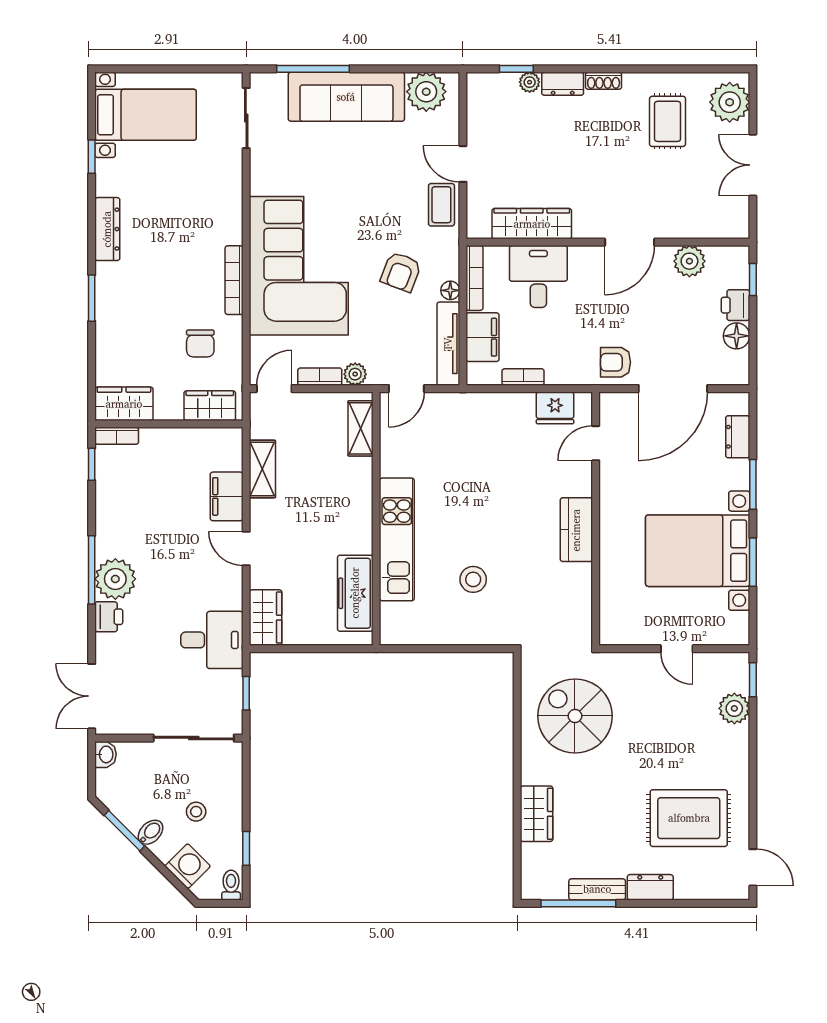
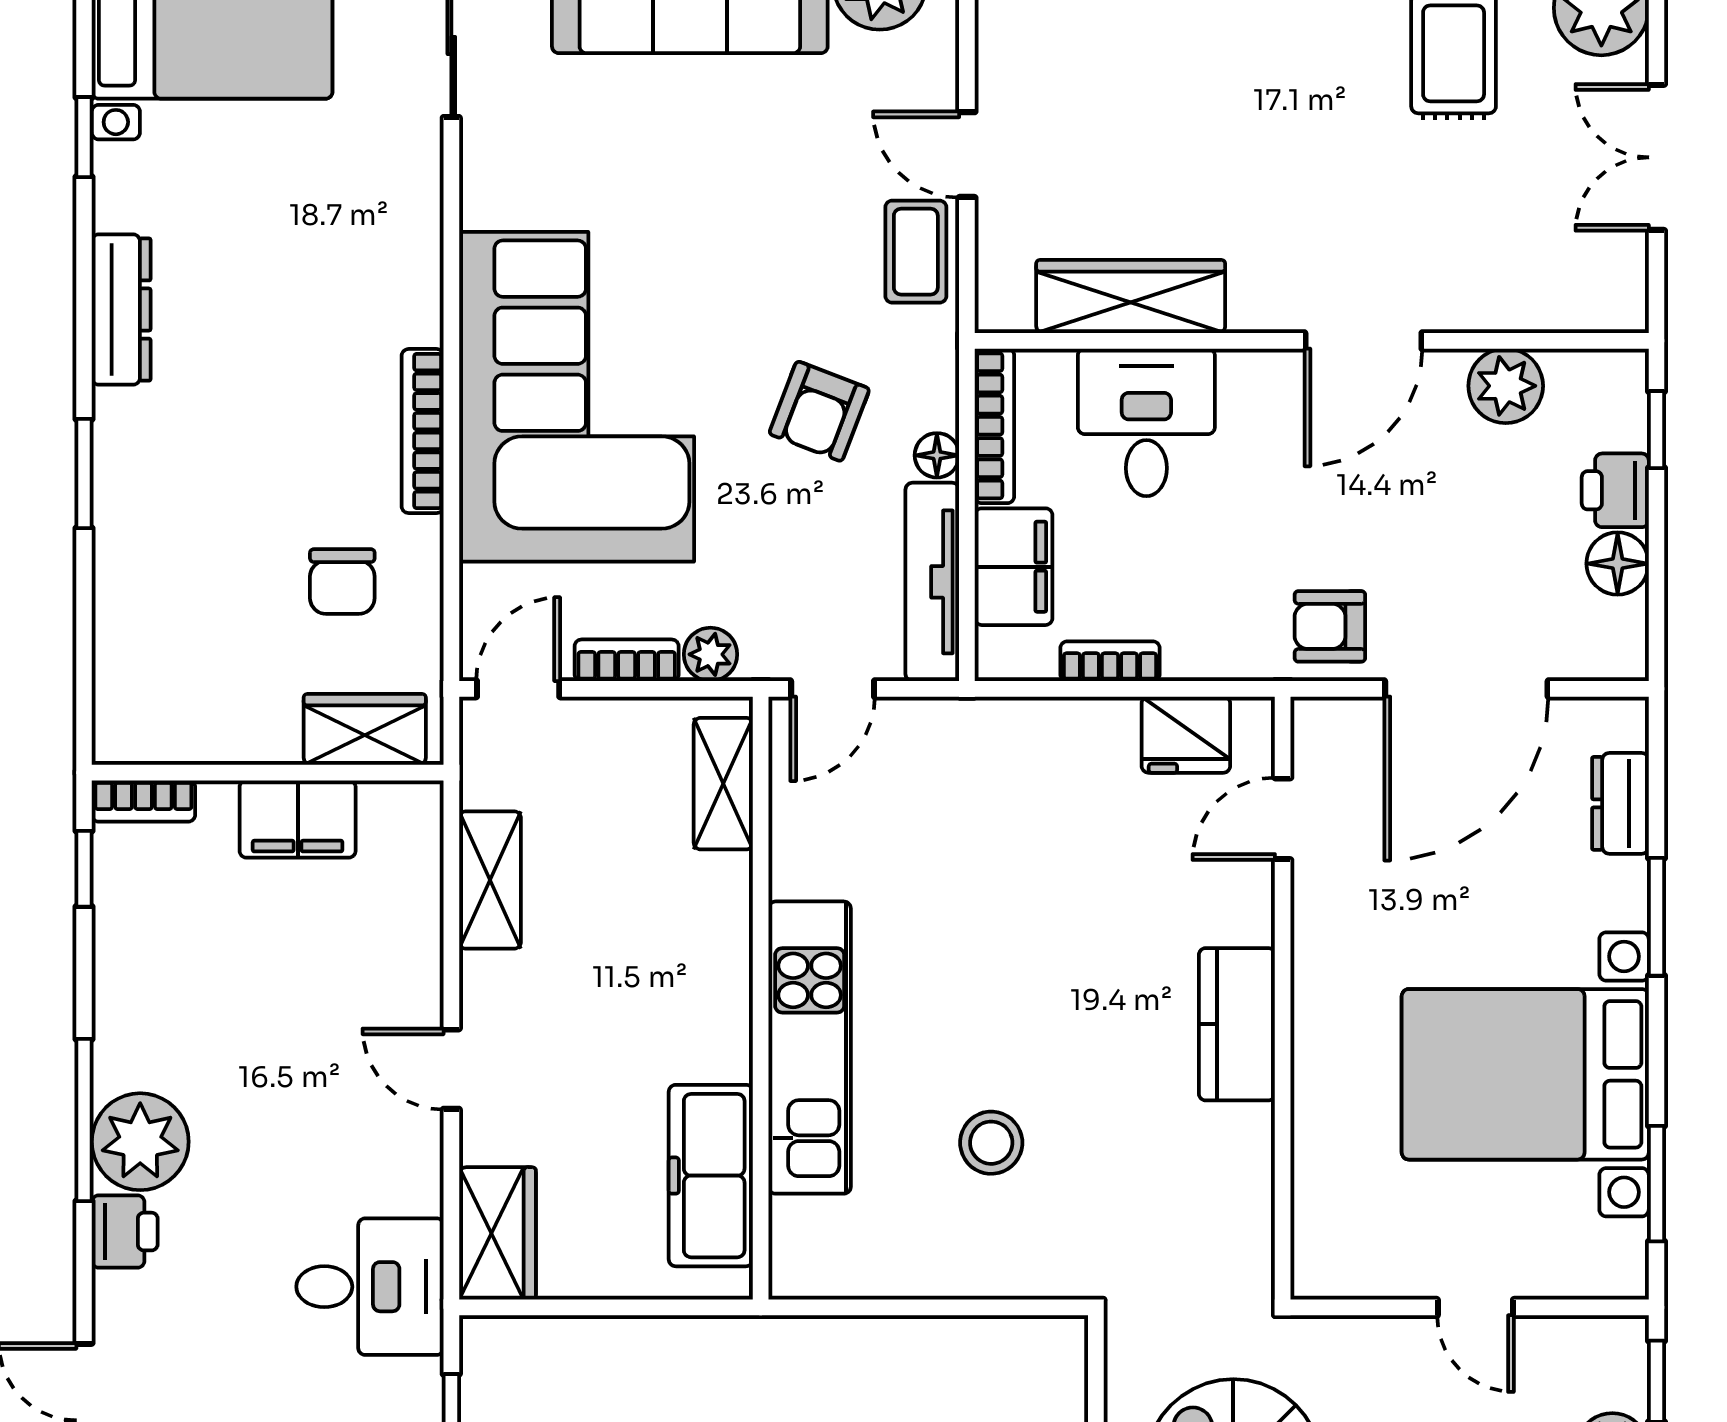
wardrobe: (124, 404) -> (161, 725), removed
filing cabinet: (227, 496) -> (298, 819), moved, turned -90
window: (753, 562) -> (1656, 1184), moved

